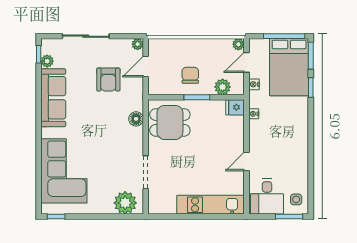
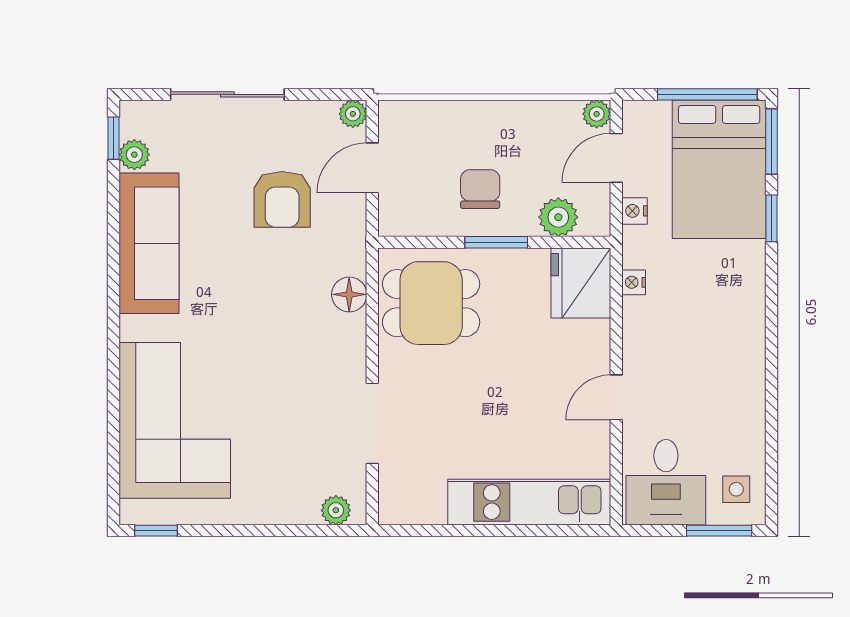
fridge: (235, 107) -> (581, 283), width x1.88, depth x1.34
plant: (125, 203) -> (336, 510), width x0.53, depth x0.53

